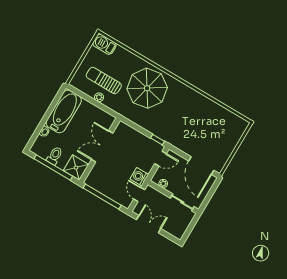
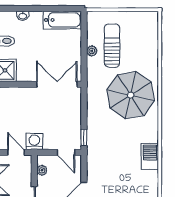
barbecue: (104, 44) -> (150, 156), moved
bathtub: (64, 111) -> (62, 20), width x0.73, depth x0.73
double door: (102, 146) -> (57, 84), moved
door: (139, 194) -> (16, 152), hinge flipped

